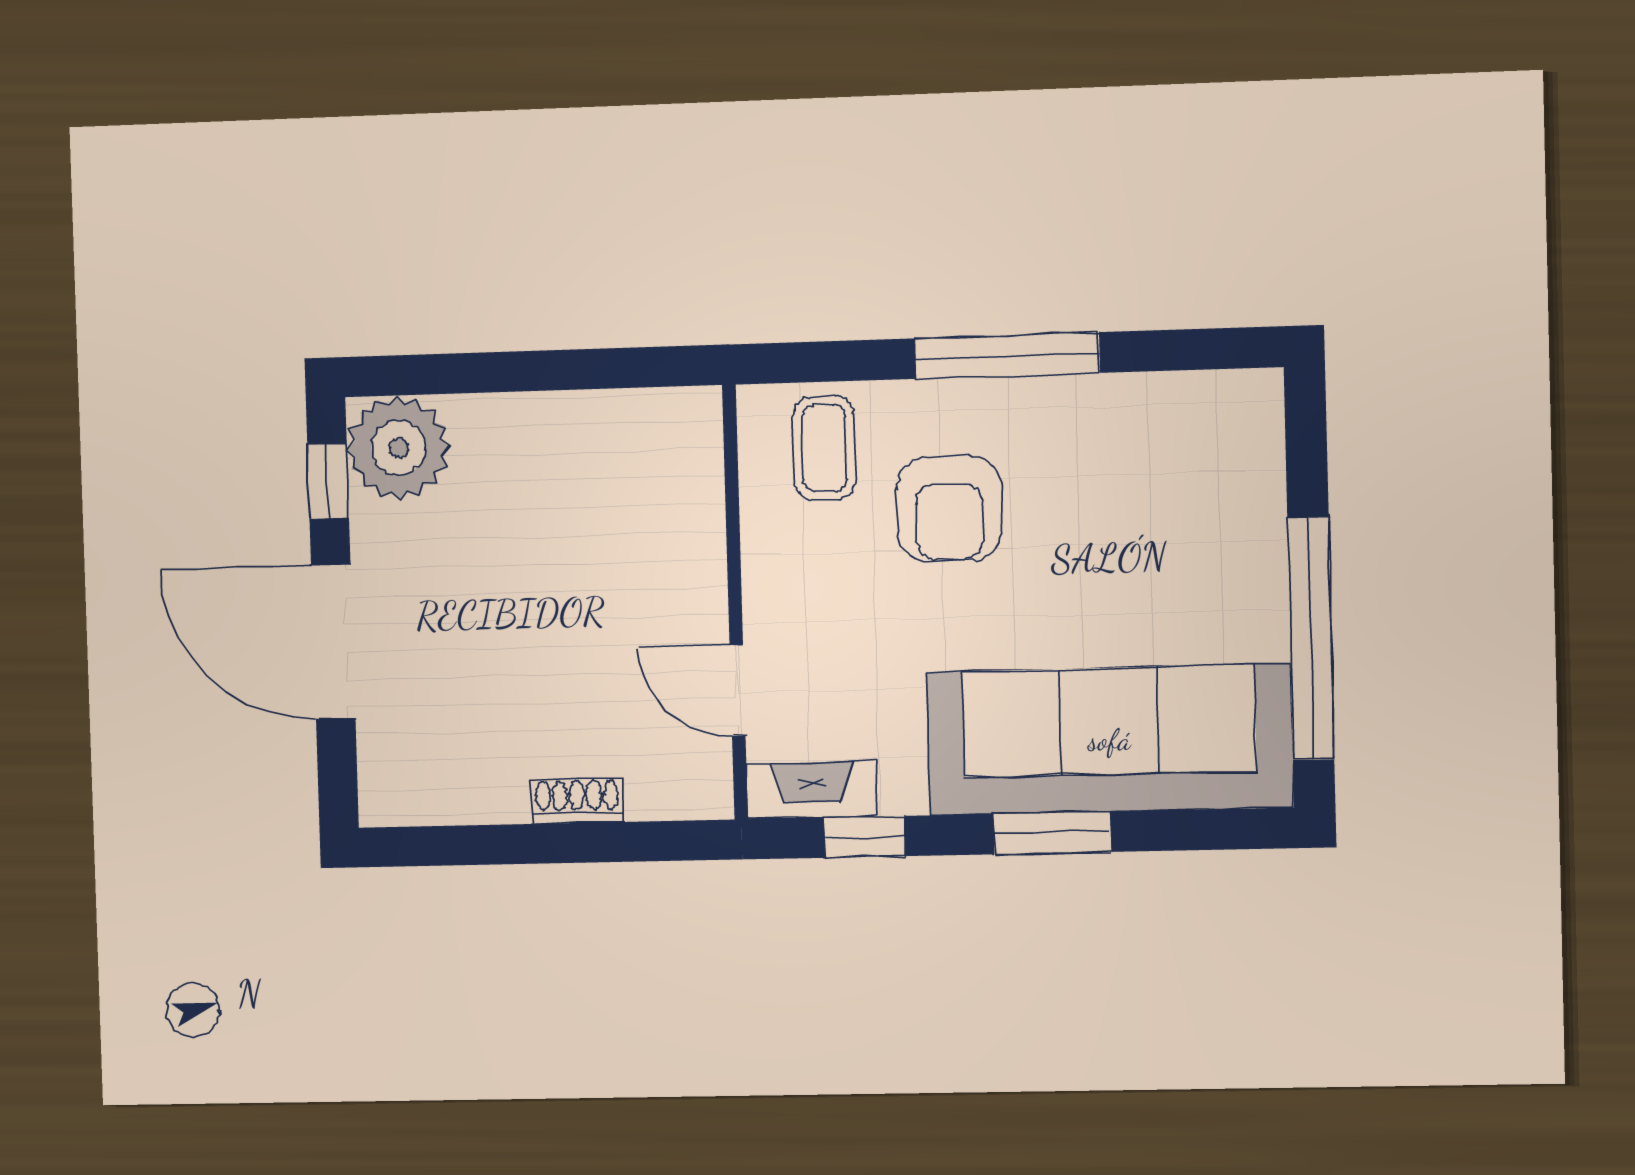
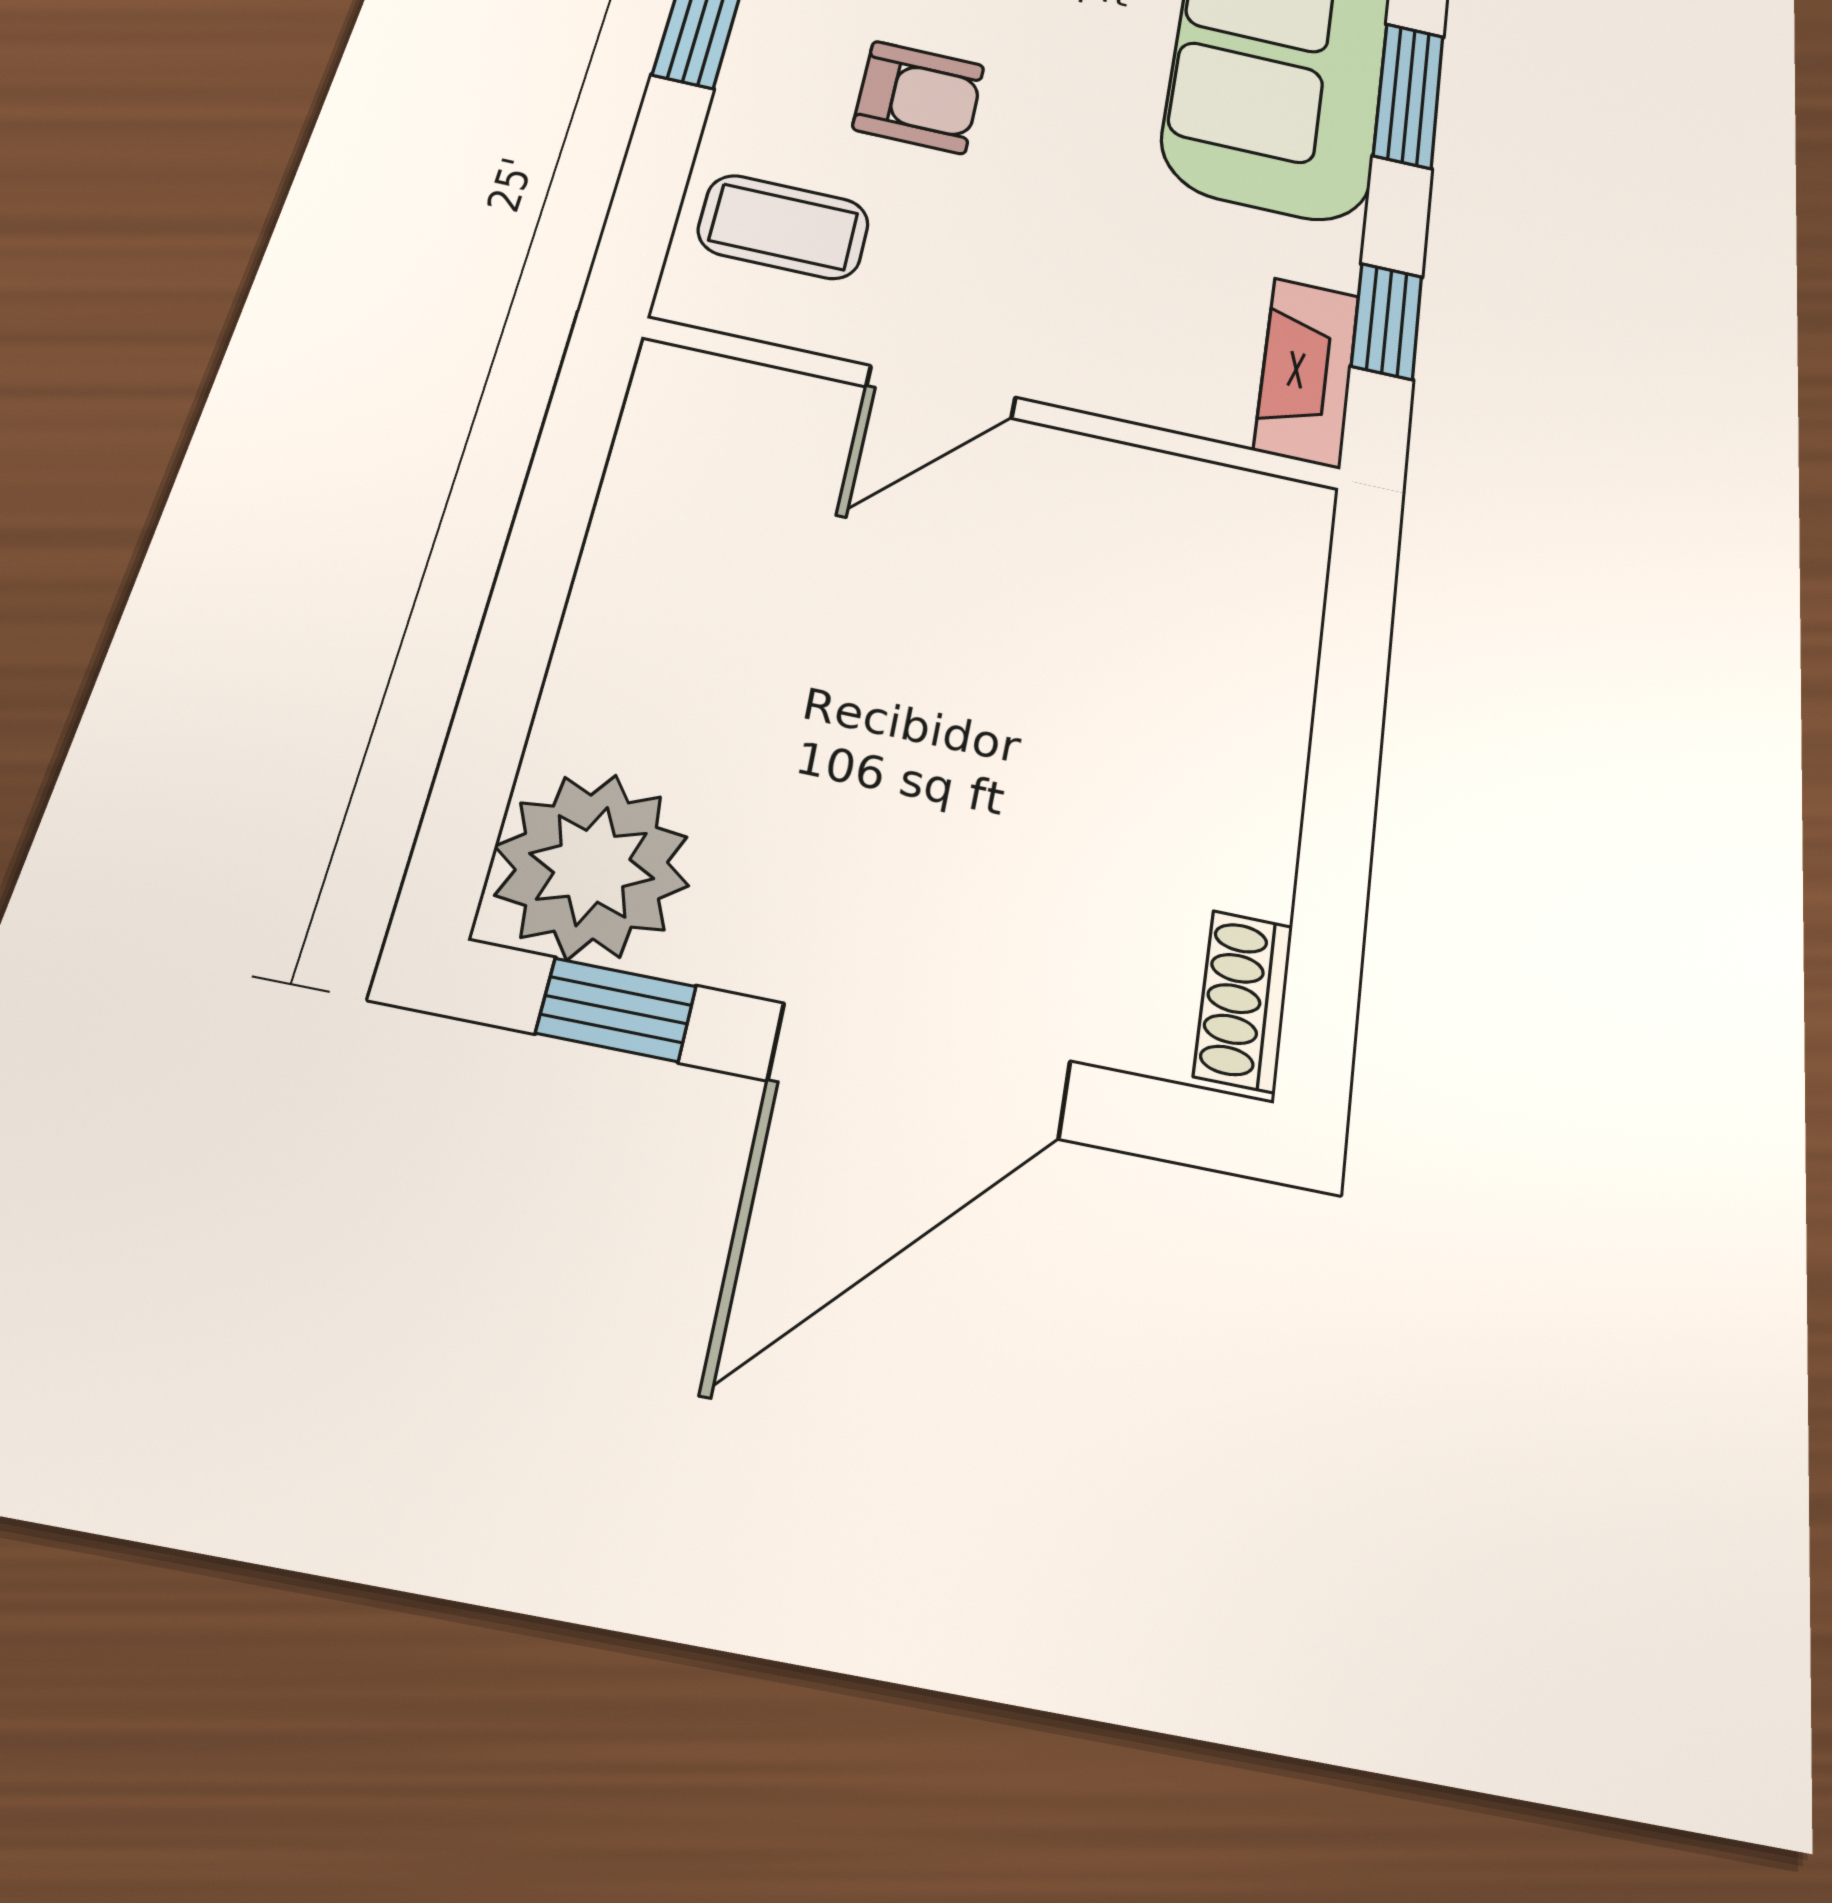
armchair: (949, 509) -> (919, 97), width x0.72, depth x0.72
door: (738, 690) -> (941, 392), moved
shoe rack: (577, 801) -> (1244, 1001), moved

